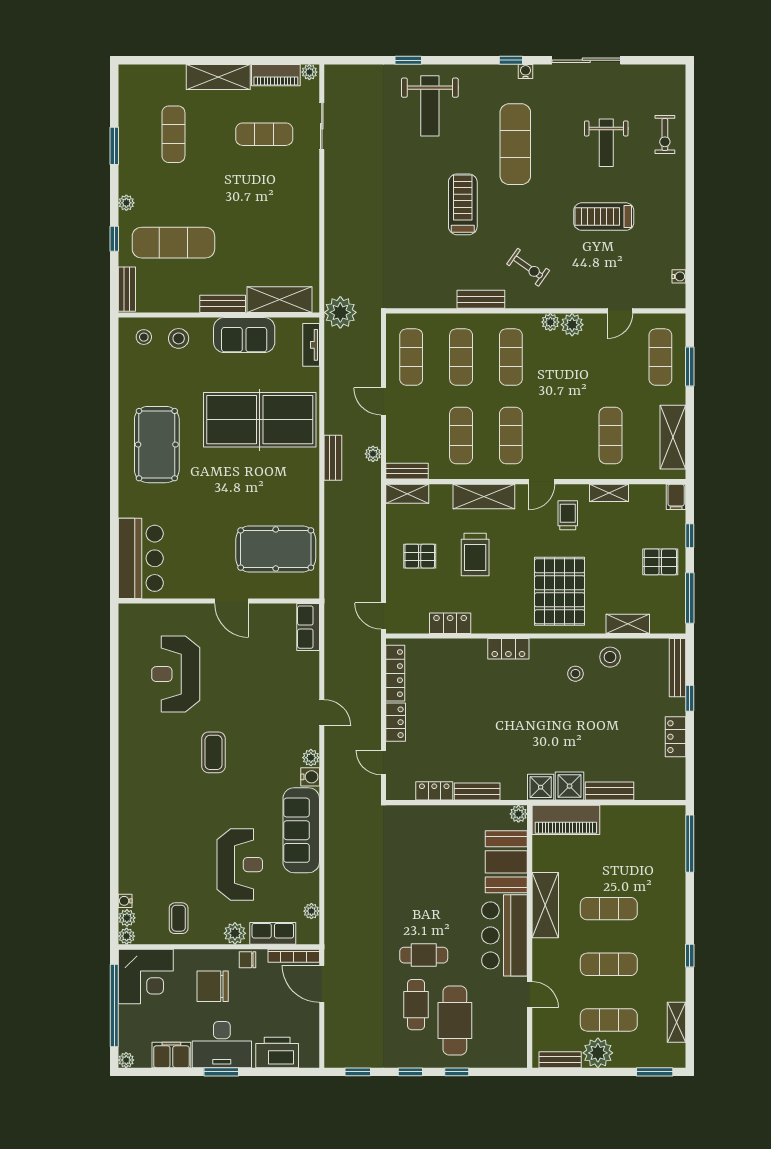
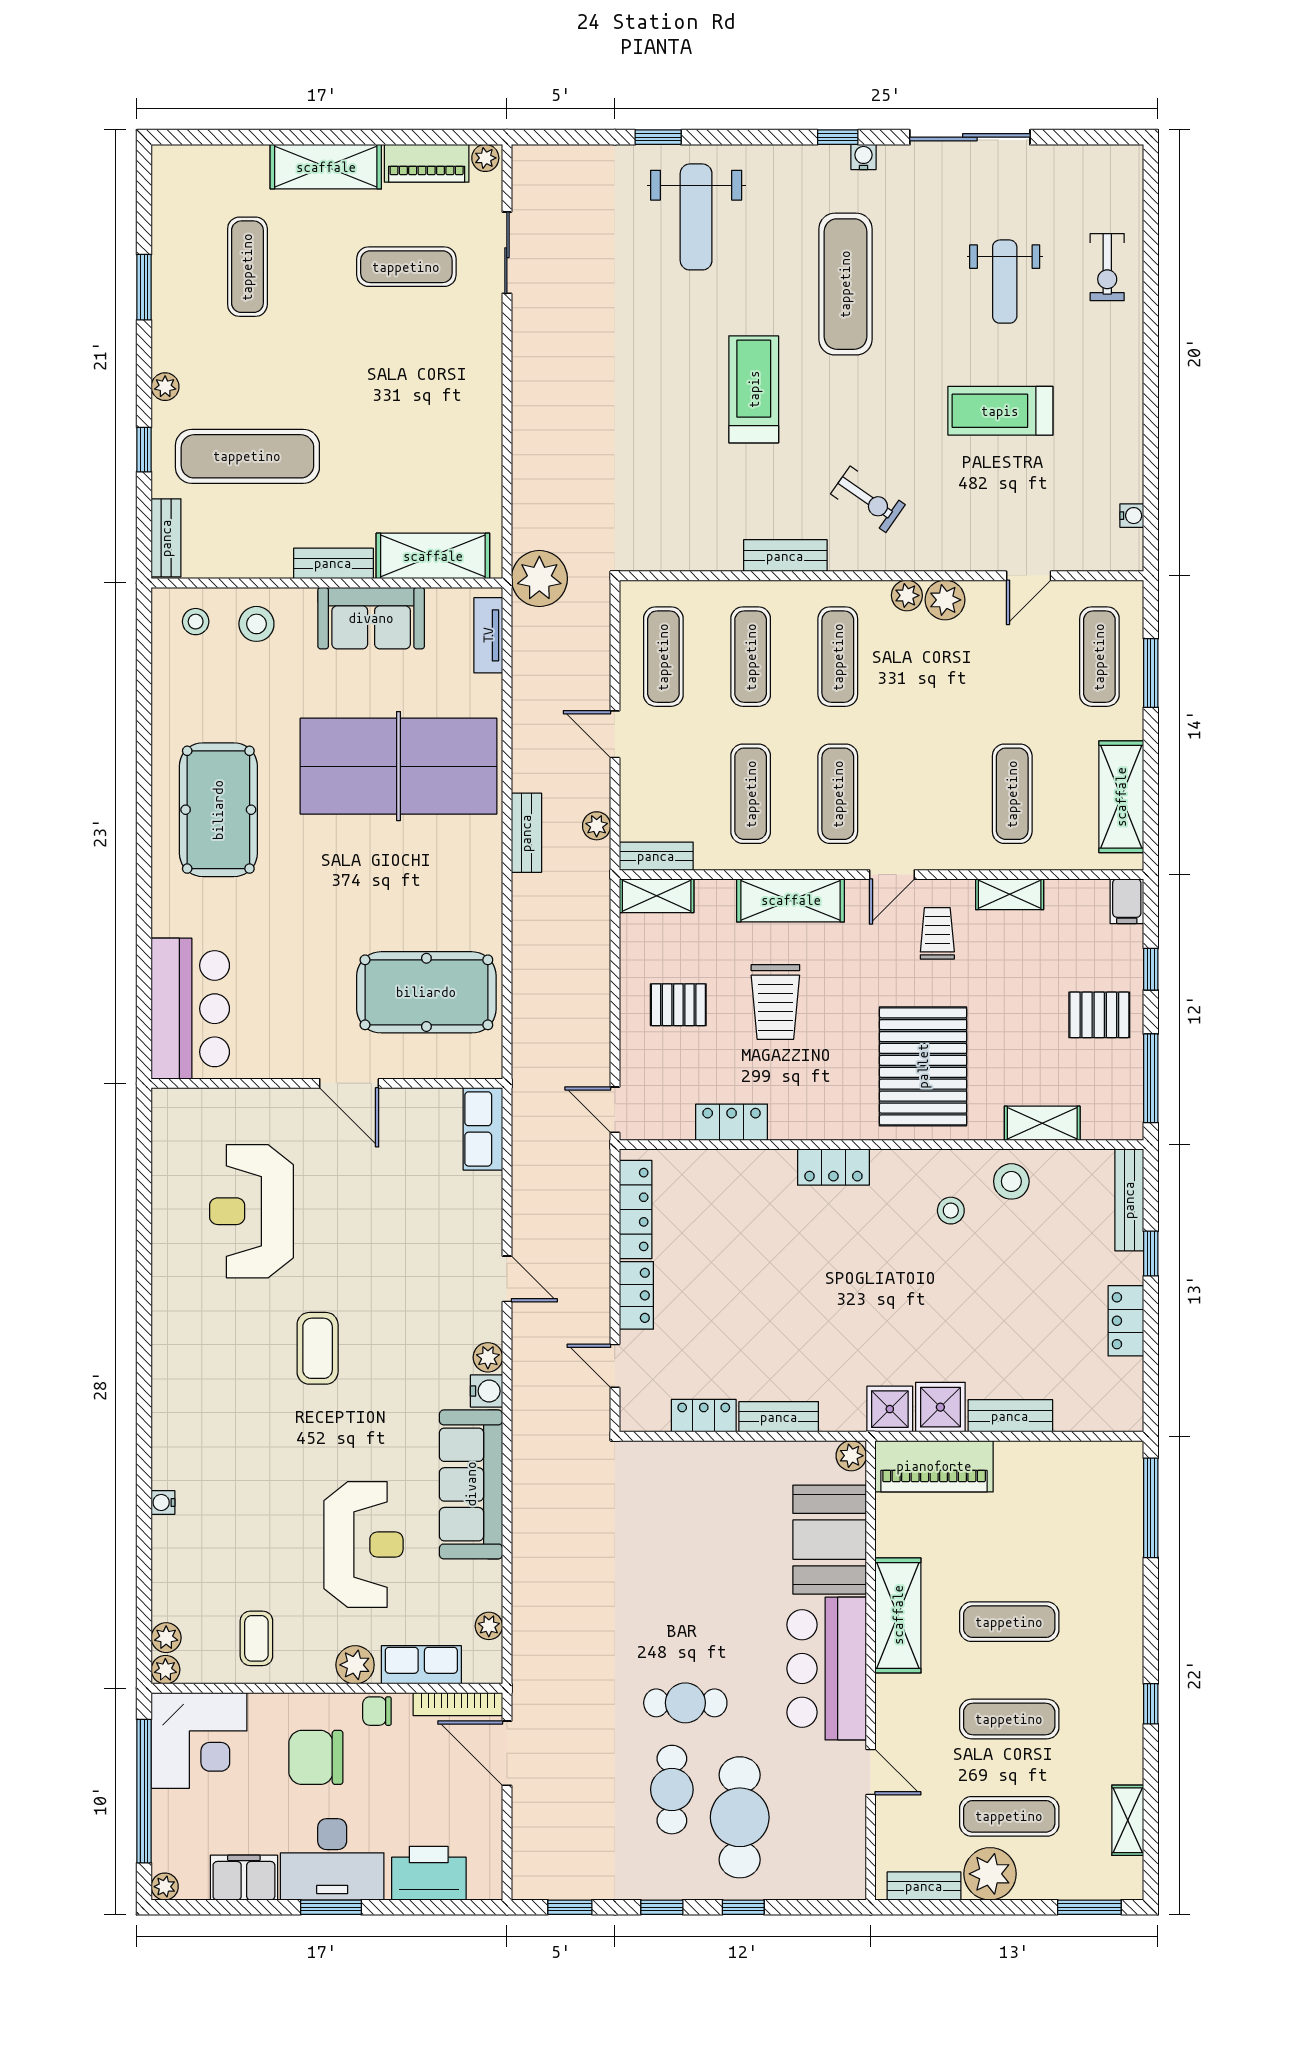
water cooler: (125, 901) -> (163, 1502), moved

